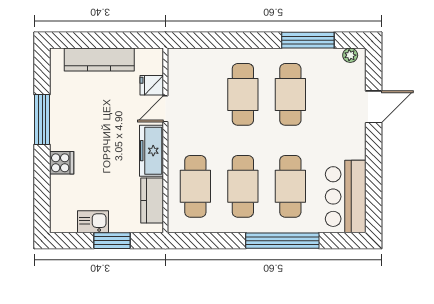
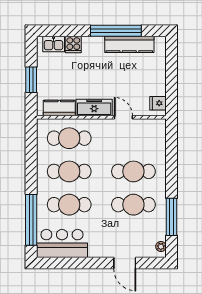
kitchen counter: (99, 59) -> (129, 44), moved, turned -90
fridge: (152, 85) -> (158, 103), moved, turned -90
window: (42, 120) -> (116, 31), width x1.46
cooker: (62, 163) -> (73, 45), moved
kitchen sink: (93, 222) -> (54, 44), moved, turned 90
window: (282, 241) -> (31, 220), moved

